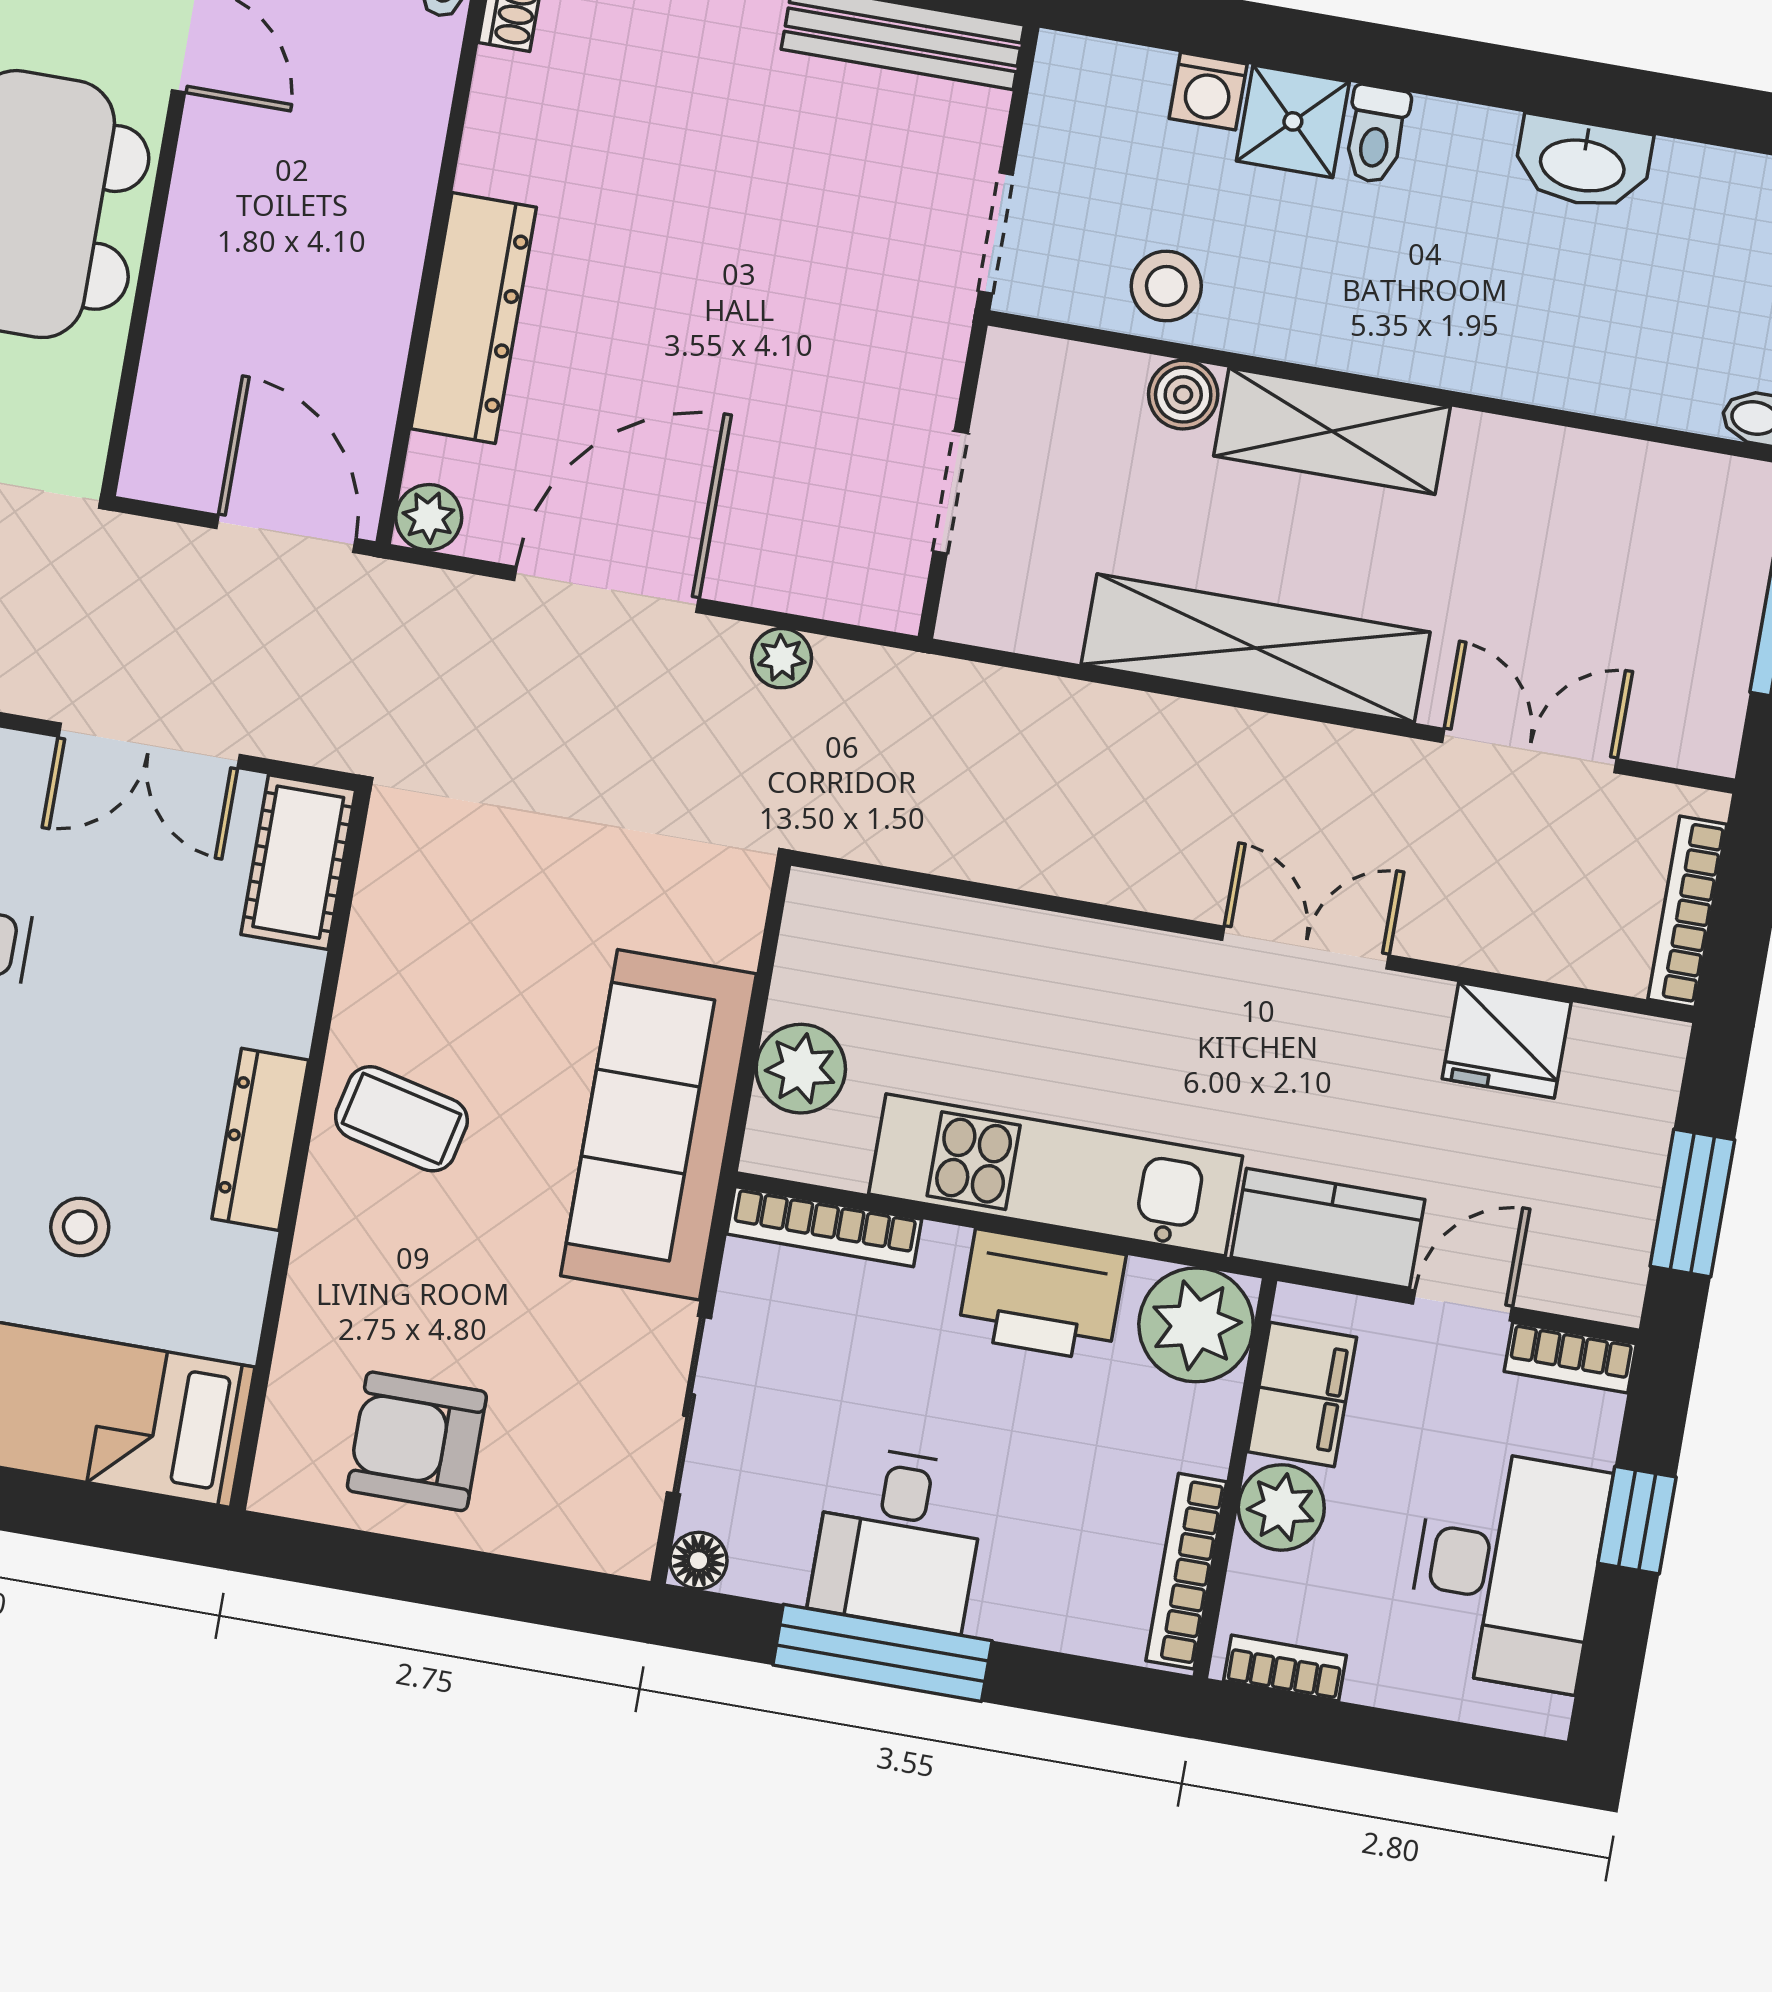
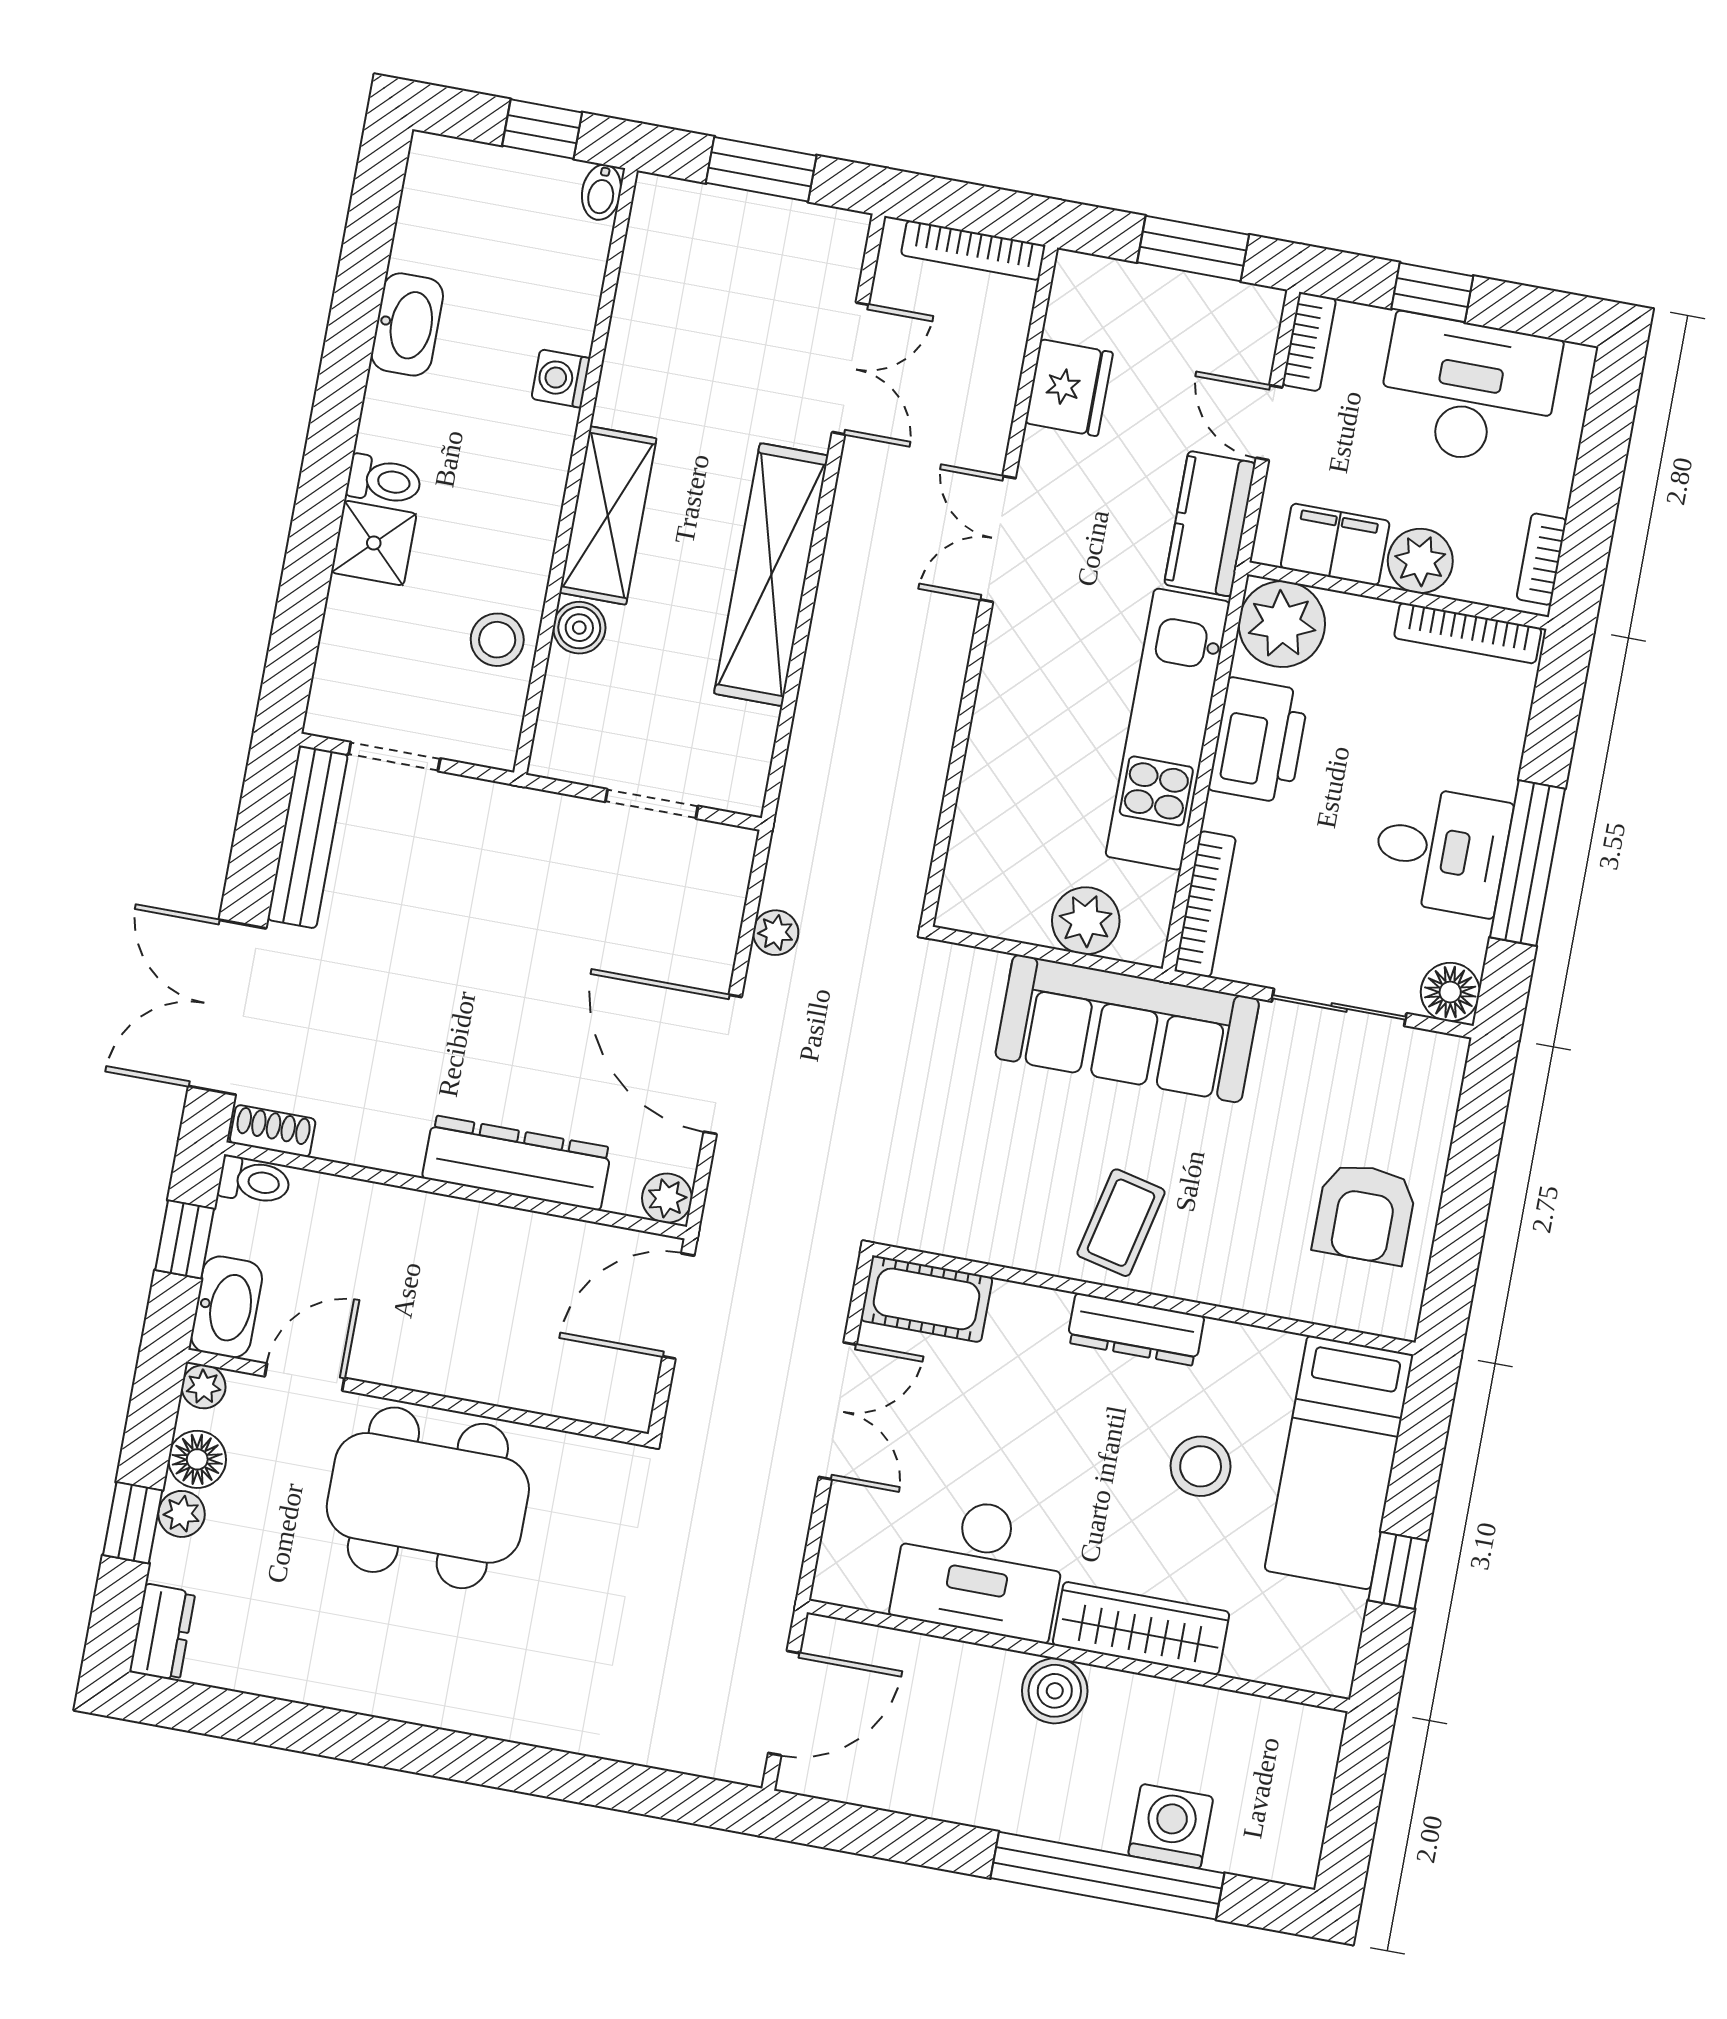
washing machine: (1208, 91) -> (561, 378), moved, turned 180
doorway: (996, 233) -> (394, 757), moved
double door: (1530, 751) -> (850, 368), swing flipped
stool: (80, 1227) -> (1201, 1466), width x1.37, depth x1.37
floor lamp: (699, 1561) -> (1450, 992), width x1.37, depth x1.37

